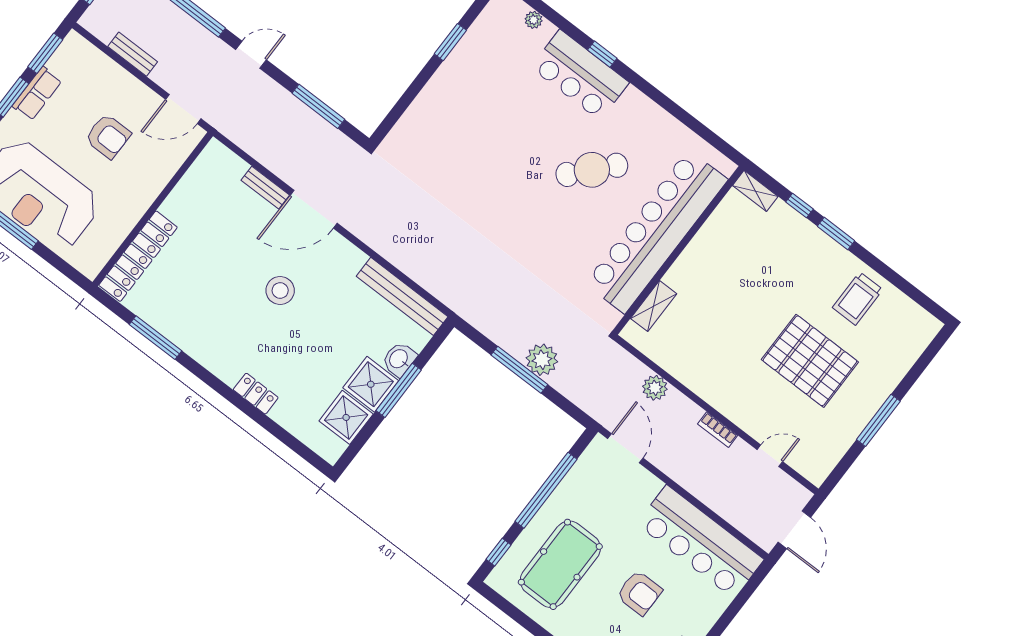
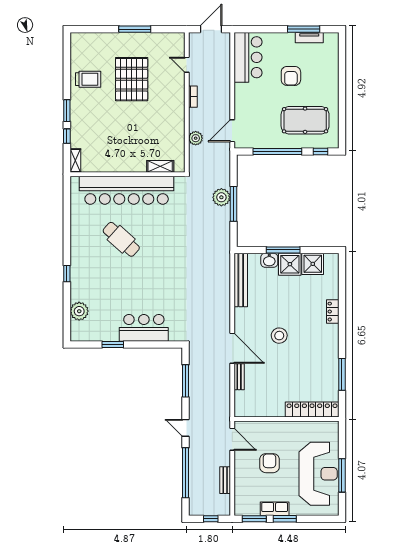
plant: (534, 20) -> (79, 311), width x1.87, depth x1.87
bar counter: (580, 75) -> (144, 328), moved, turned -90
bar counter: (700, 542) -> (248, 57), width x0.73
armchair: (639, 593) -> (291, 76), turned 180

